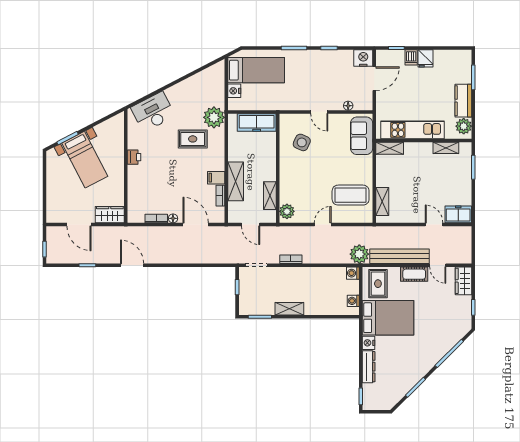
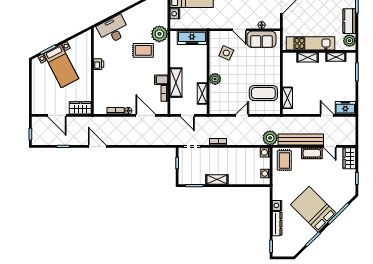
sofa: (362, 136) -> (262, 39), moved, turned -90
shelving: (390, 148) -> (308, 57), moved
plant: (287, 211) -> (215, 79), moved
bed: (388, 318) -> (314, 209), moved, turned -135

